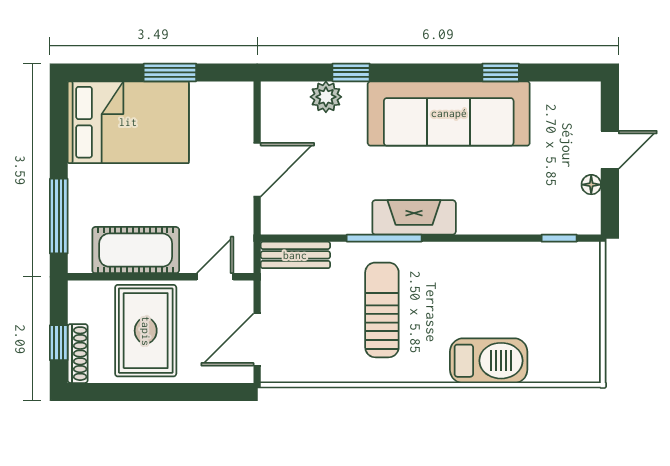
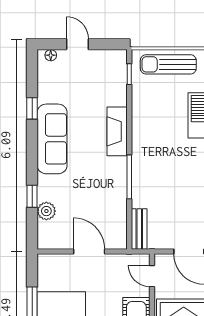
sofa: (449, 113) -> (52, 139), width x0.74, depth x0.79
floor lamp: (591, 185) -> (51, 55), moved
fireplace: (414, 217) -> (117, 131), moved
sun lounger: (382, 310) -> (168, 64), moved

